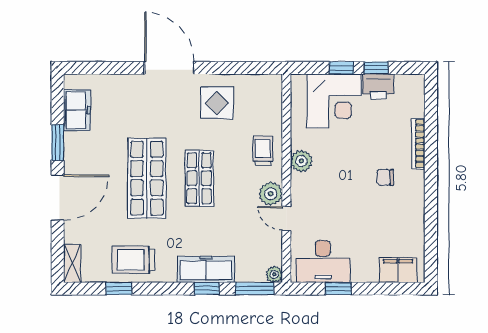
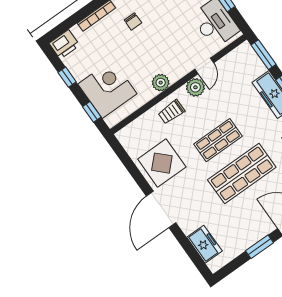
window: (341, 68) -> (92, 112), moved
printer: (378, 86) -> (64, 44), moved, turned 90
display table: (217, 103) -> (162, 163), width x1.36, depth x1.36
freezer: (77, 110) -> (204, 244), moved, turned 90
plant: (274, 274) -> (245, 48), removed

